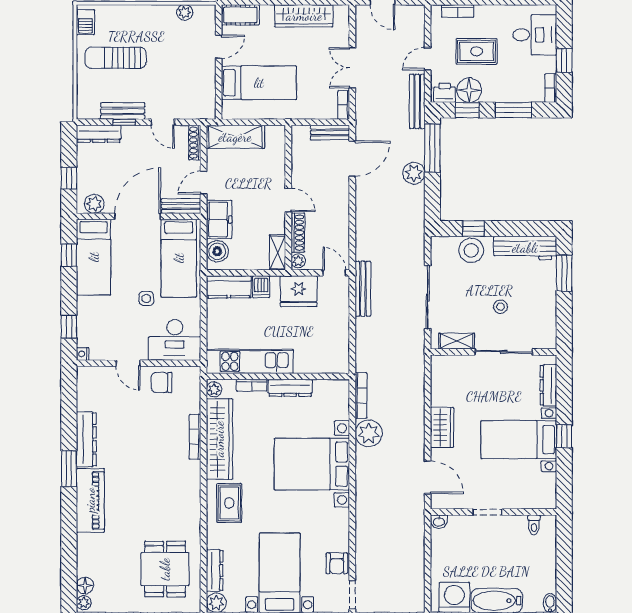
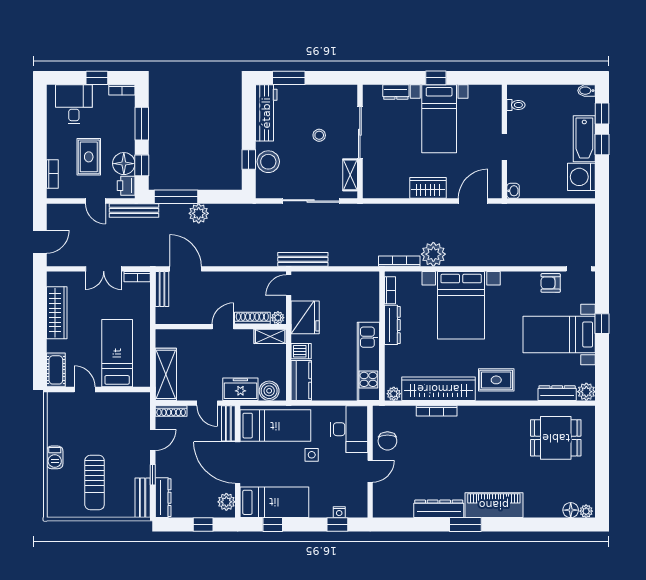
plant: (185, 12) -> (54, 420), removed
barbecue: (85, 22) -> (55, 457), moved, turned 90
bench: (123, 111) -> (143, 498), moved
nightstand: (83, 354) -> (339, 512), moved
bookcase: (252, 385) -> (390, 290), moved
dresser: (548, 385) -> (396, 92), width x0.70
armchair: (337, 563) -> (551, 283), turned 180

